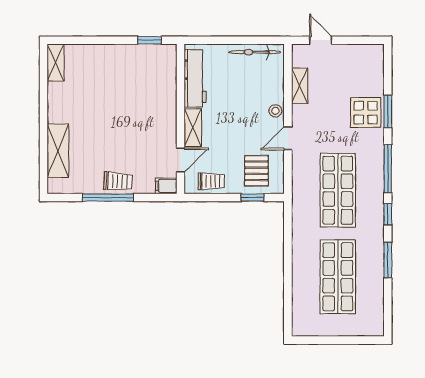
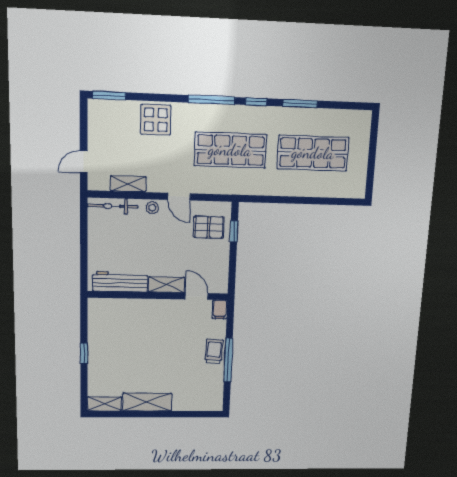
window: (149, 40) -> (84, 353), moved
bicycle: (255, 52) -> (113, 206), moved, turned 90
window: (388, 111) -> (109, 96), moved
shelving: (58, 151) -> (147, 402), moved
trolley: (211, 181) -> (217, 269), removed

